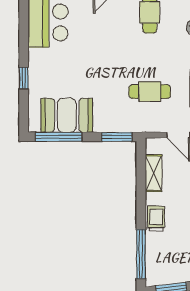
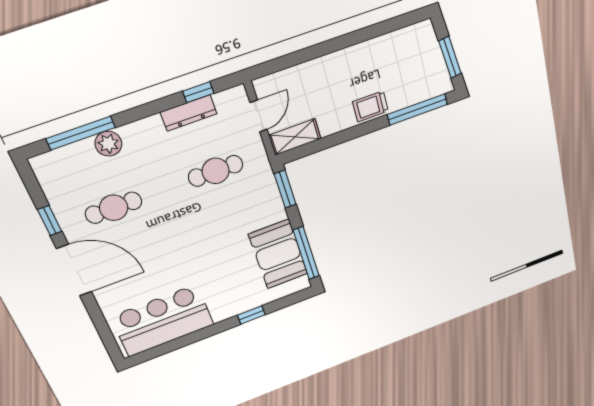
cafe table: (150, 92) -> (216, 171), turned 90
shelving: (154, 173) -> (295, 137), moved

